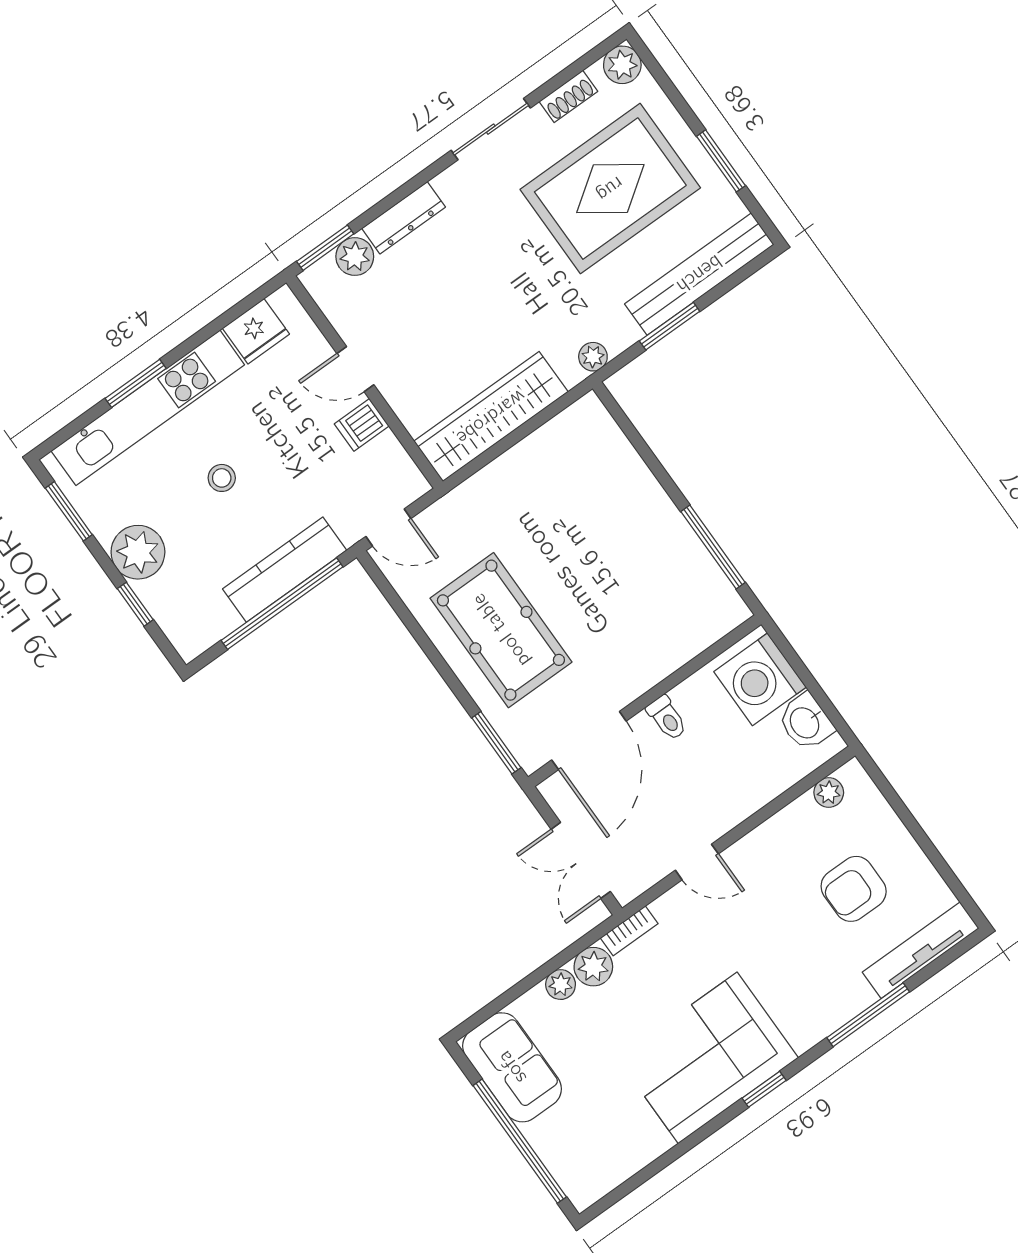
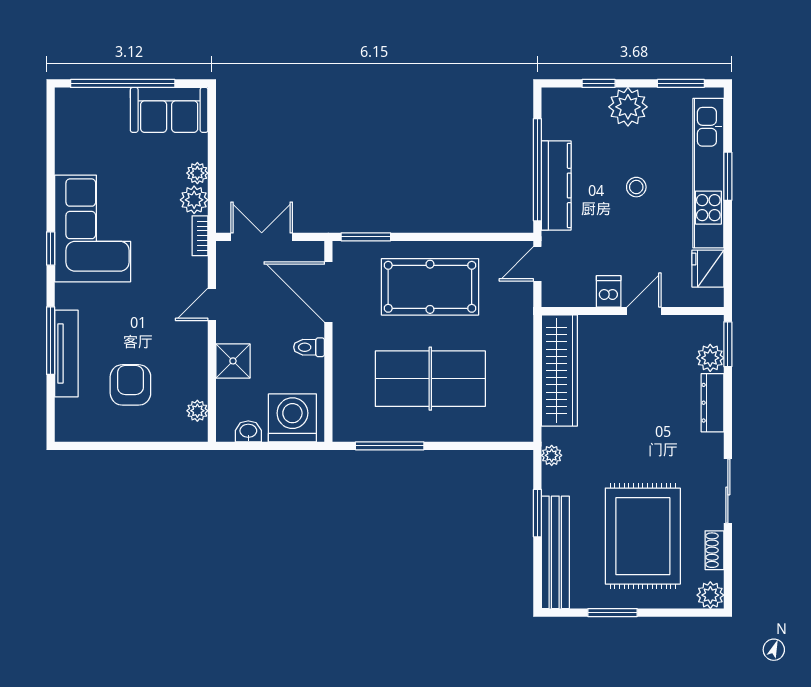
table tennis table: (604, 556) -> (430, 379), added
washbasin: (806, 722) -> (248, 431), width x0.72, depth x0.69
shower: (744, 793) -> (233, 361), added
tv unit: (921, 950) -> (66, 354), moved

